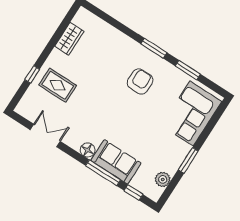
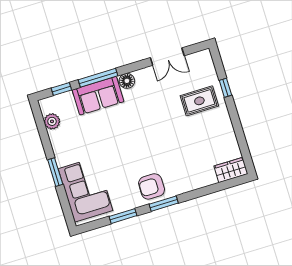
wardrobe: (69, 39) -> (231, 170), moved, turned 90
armchair: (140, 81) -> (152, 186), moved, turned 90
window: (188, 160) -> (55, 172), moved

